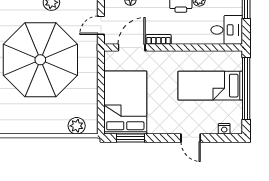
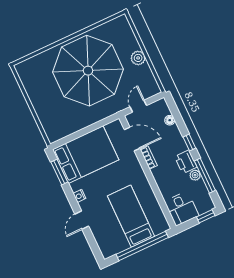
door: (101, 25) -> (138, 106), hinge flipped
plant: (77, 126) -> (49, 124), removed
nightstand: (224, 129) -> (79, 196), moved

